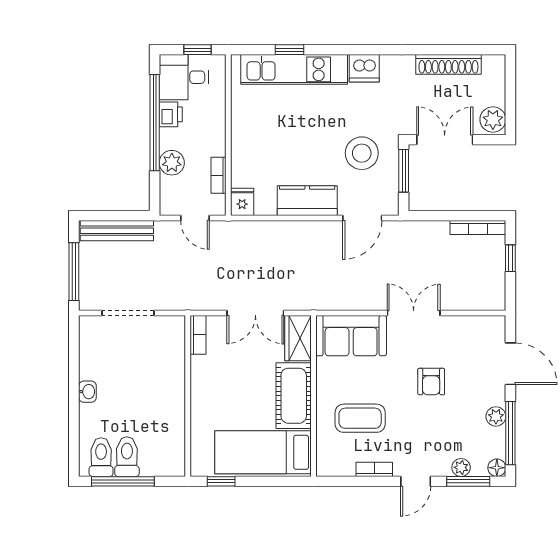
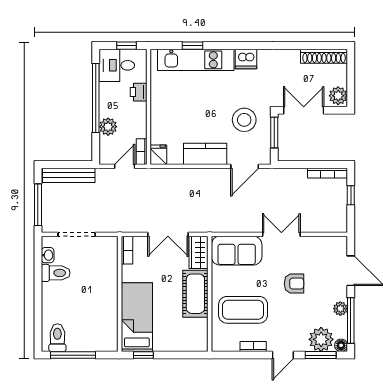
shoe rack: (448, 64) -> (324, 56), moved
printer: (171, 114) -> (139, 92), moved, turned 180
bookcase: (219, 175) -> (142, 152), moved
door: (195, 218) -> (125, 166), swing flipped
armchair: (431, 382) -> (294, 284), turned -90
washbasin: (87, 392) -> (48, 255), moved
coffee table: (360, 418) -> (243, 310), width x1.36, depth x1.32
bed: (263, 452) -> (137, 317), moved, turned 90
toilet: (127, 457) -> (56, 273), moved, turned 90
plant: (461, 467) -> (321, 339), width x1.87, depth x1.87

